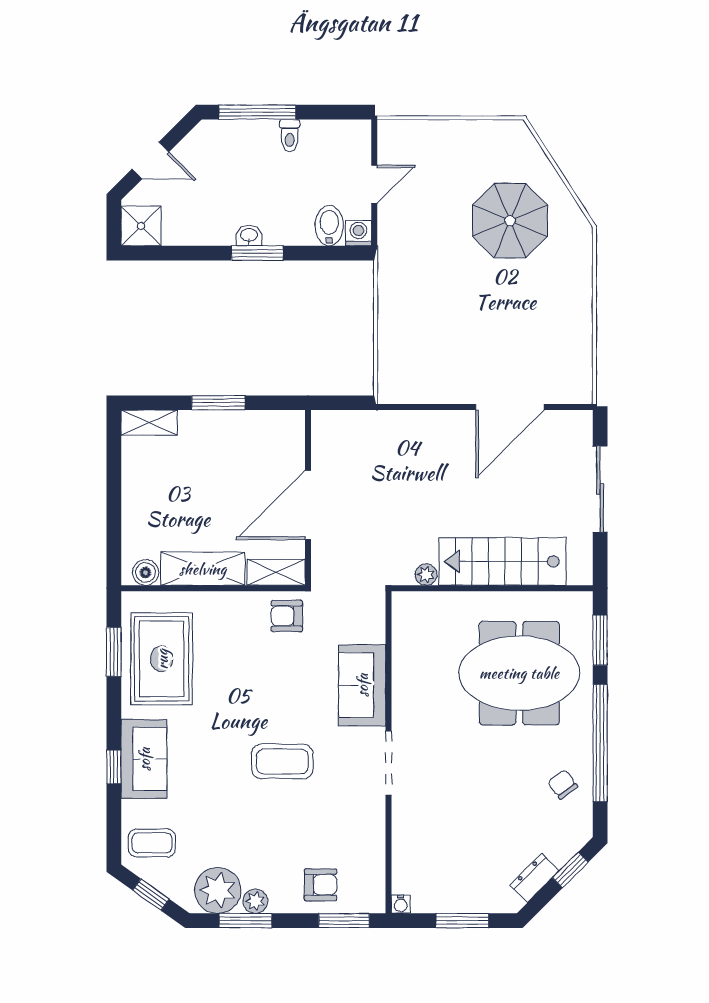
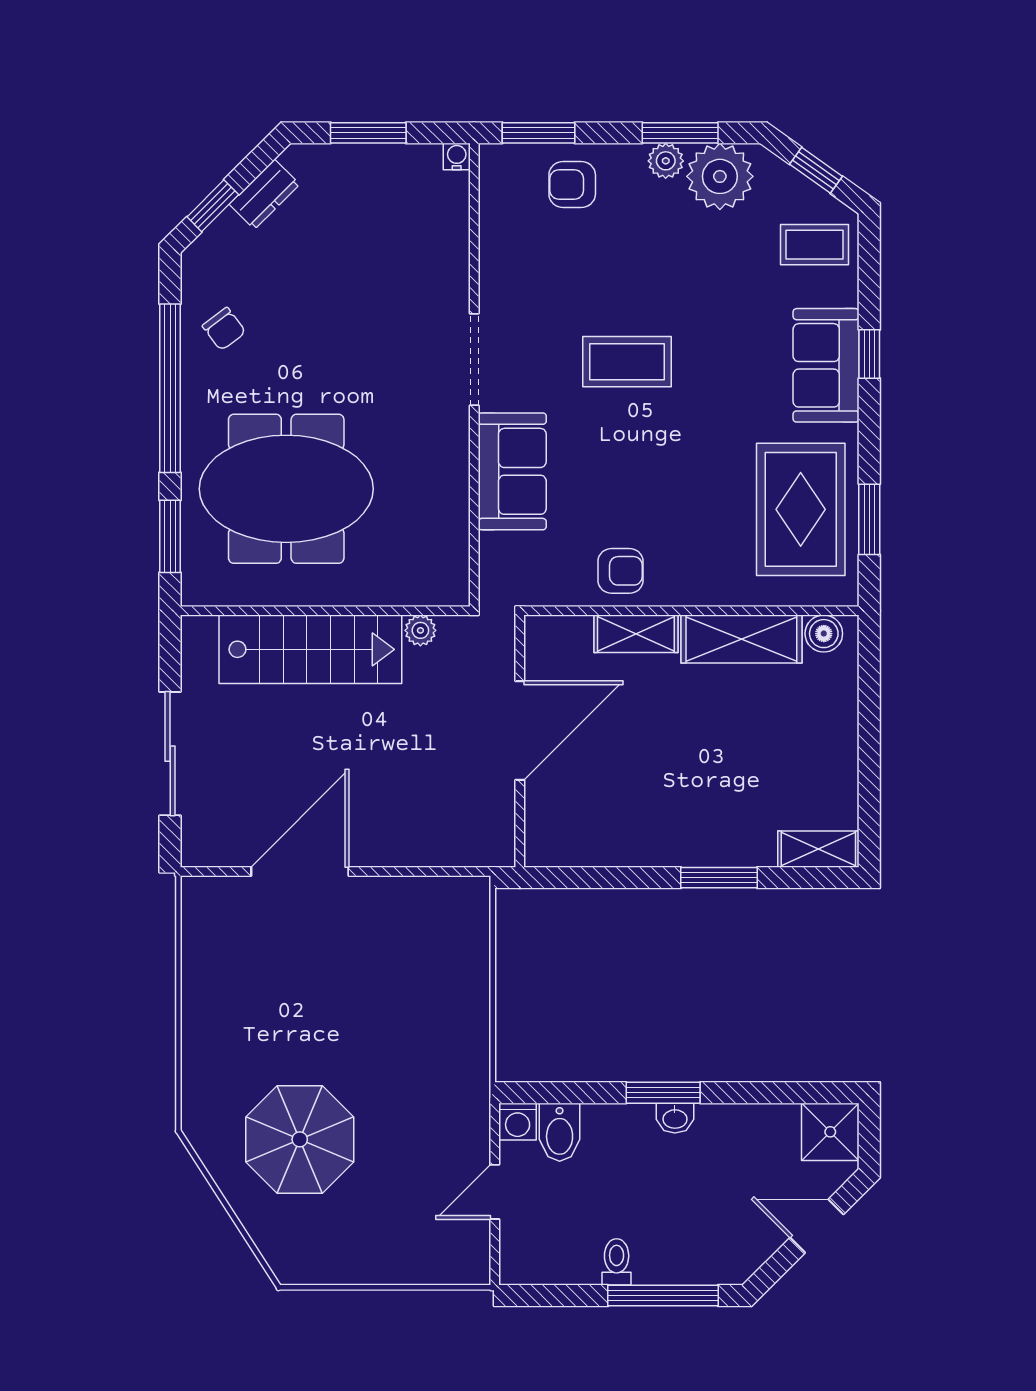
wall: (308, 498) -> (520, 741), moved
door: (308, 505) -> (520, 731), moved

